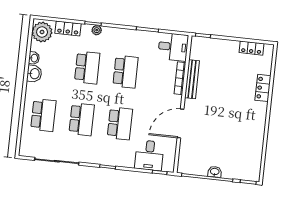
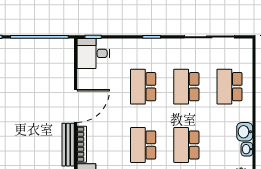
door: (181, 123) -> (76, 106), moved
desk: (149, 155) -> (93, 53), moved, turned -90
washbasin: (215, 172) -> (32, 44), removed

